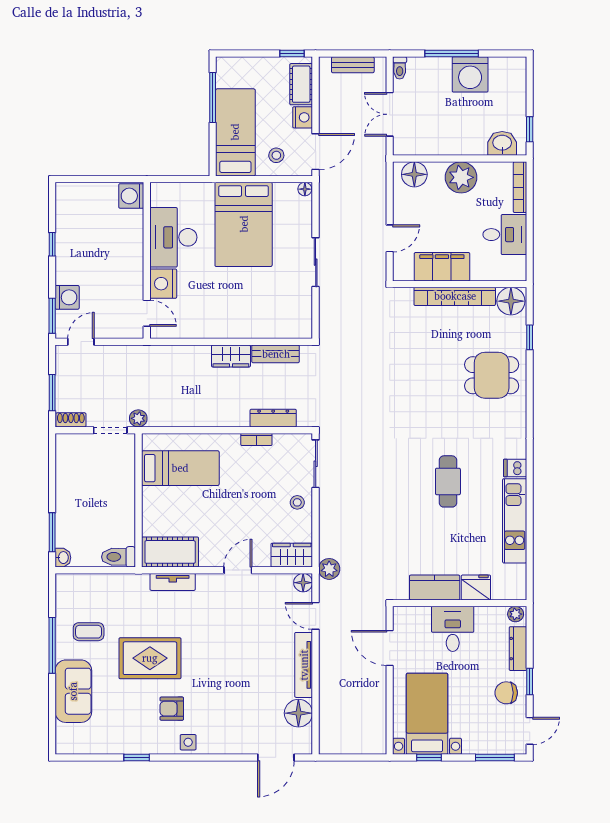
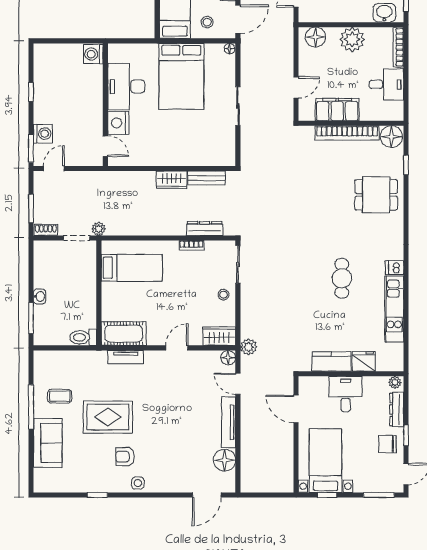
washbasin: (63, 558) -> (40, 296), moved

